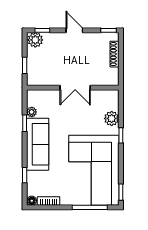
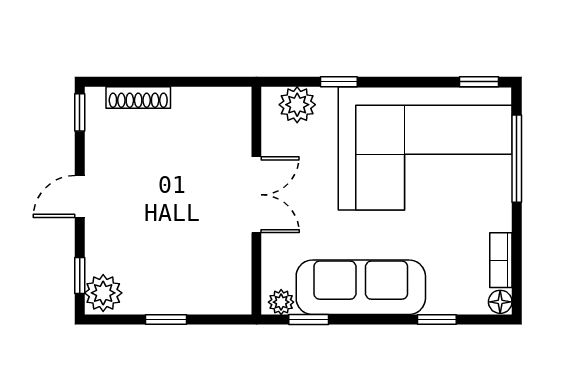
wall: (73, 88) -> (256, 201), moved
double door: (75, 88) -> (256, 195), moved

